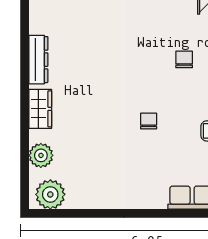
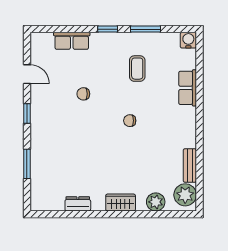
dresser: (38, 60) -> (78, 204), width x0.70
bench: (89, 201) -> (190, 166), added

